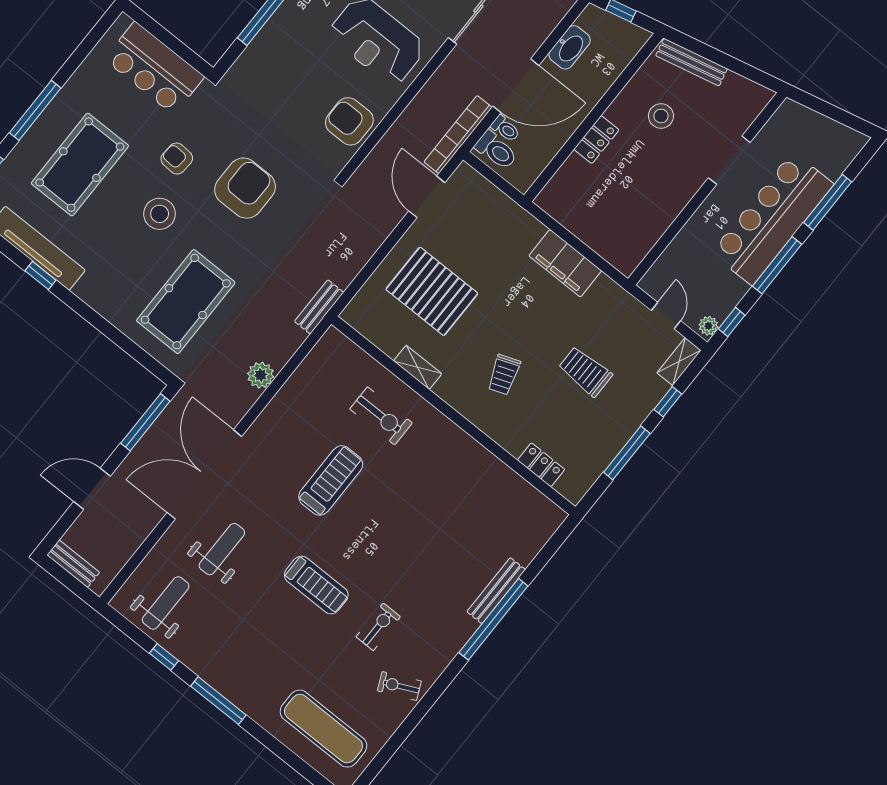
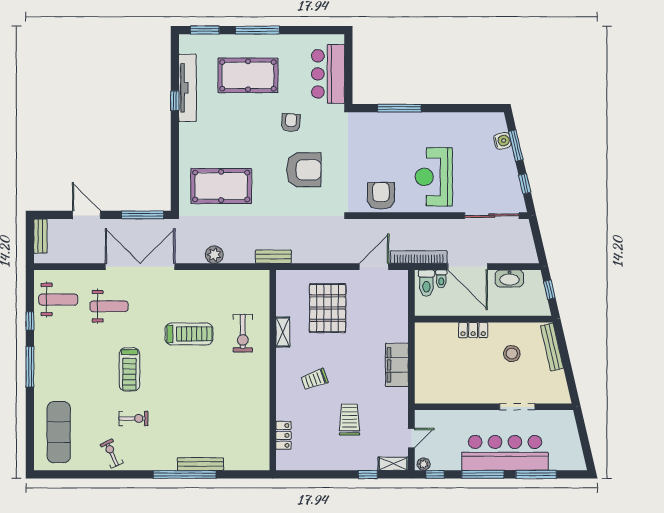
stool: (160, 214) -> (255, 136), removed
window: (627, 453) -> (325, 474), removed

